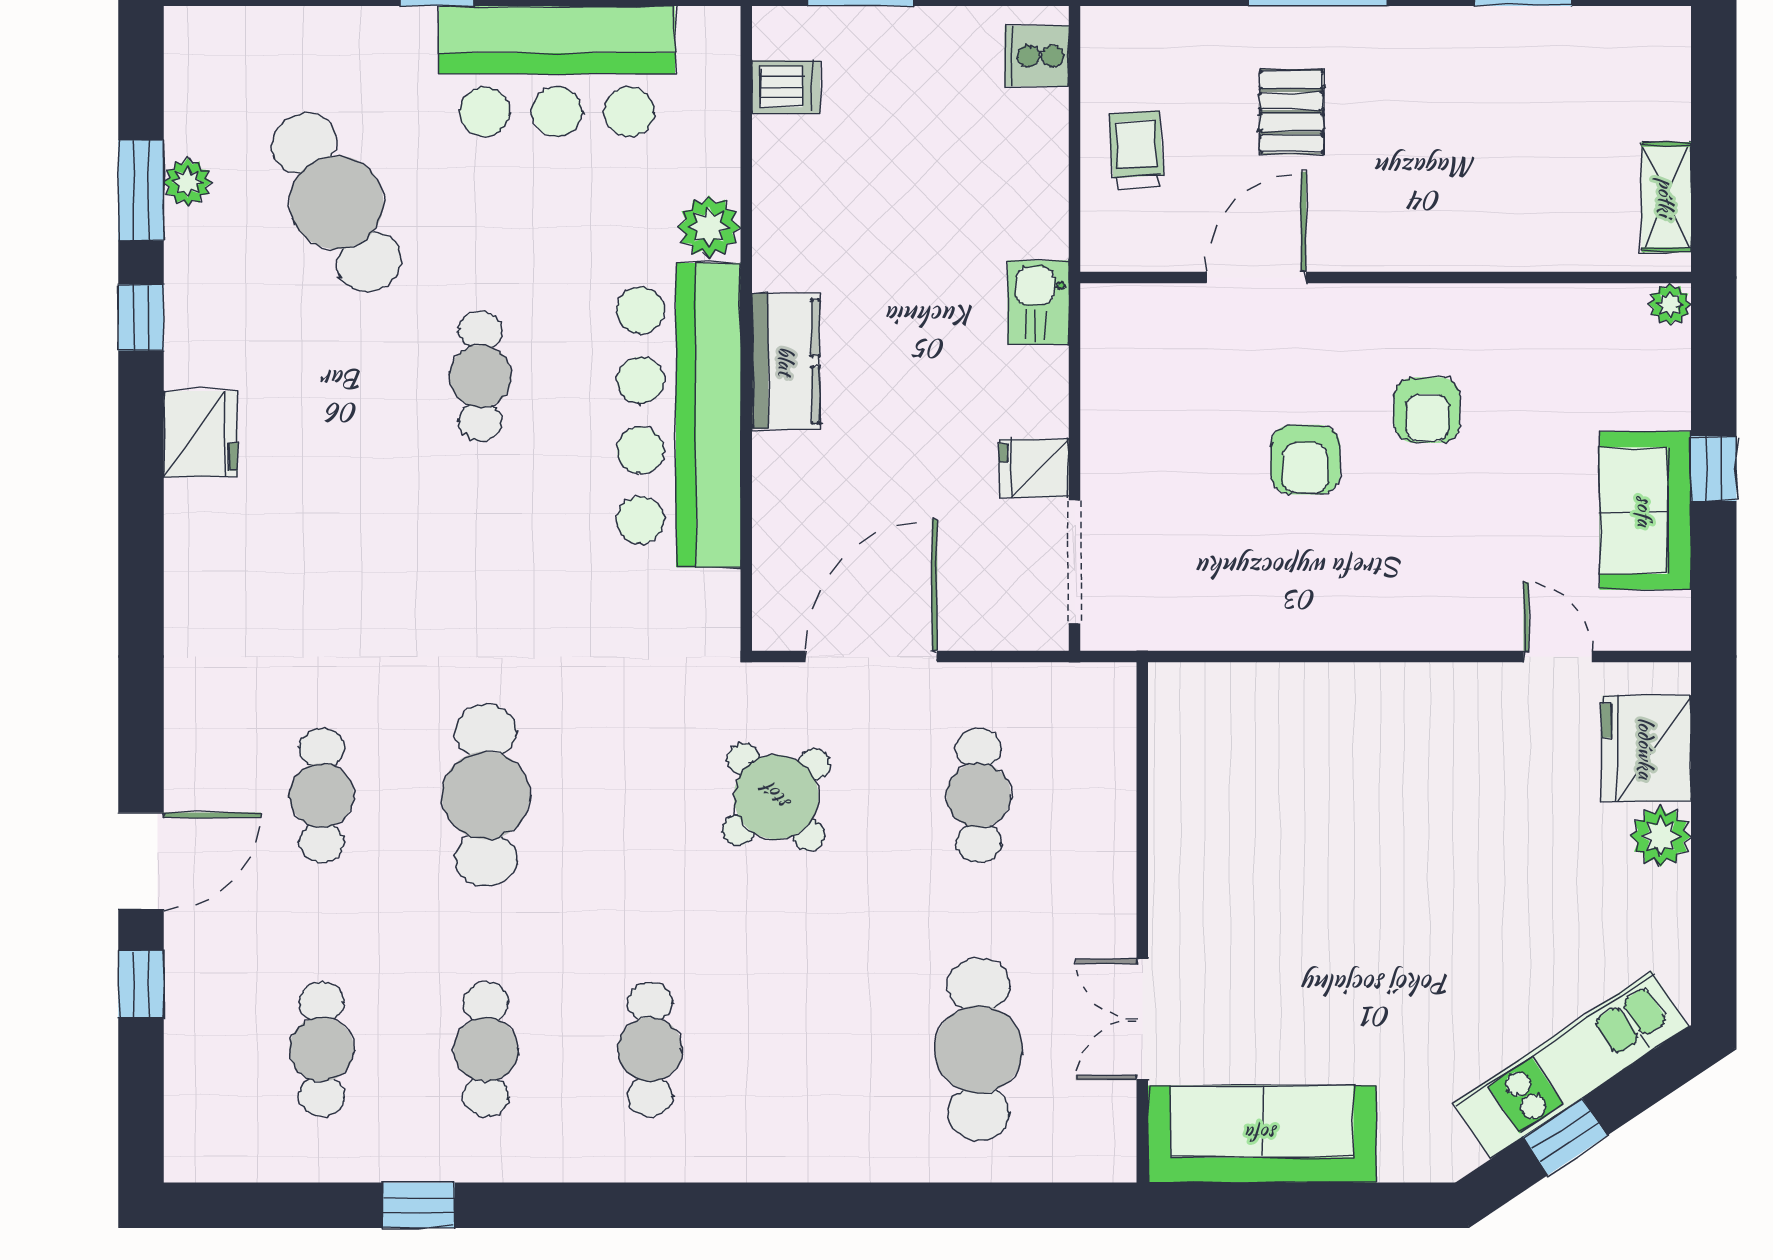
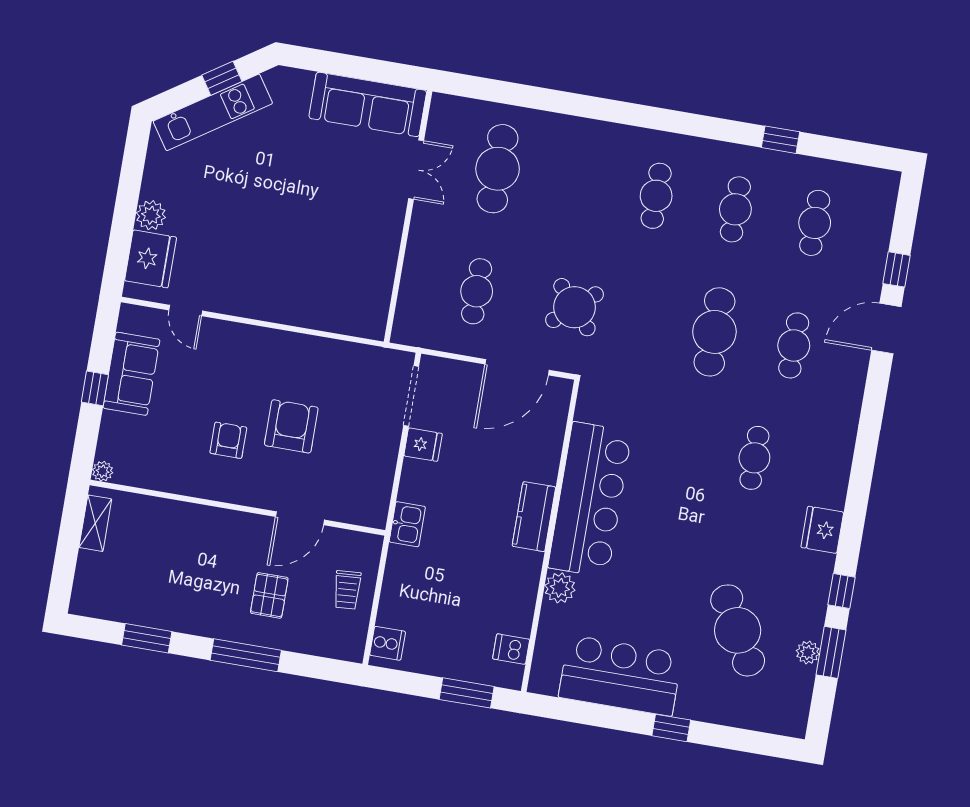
cafe table: (480, 376) -> (754, 458), moved
armchair: (1305, 460) -> (291, 426), width x1.38, depth x1.38

